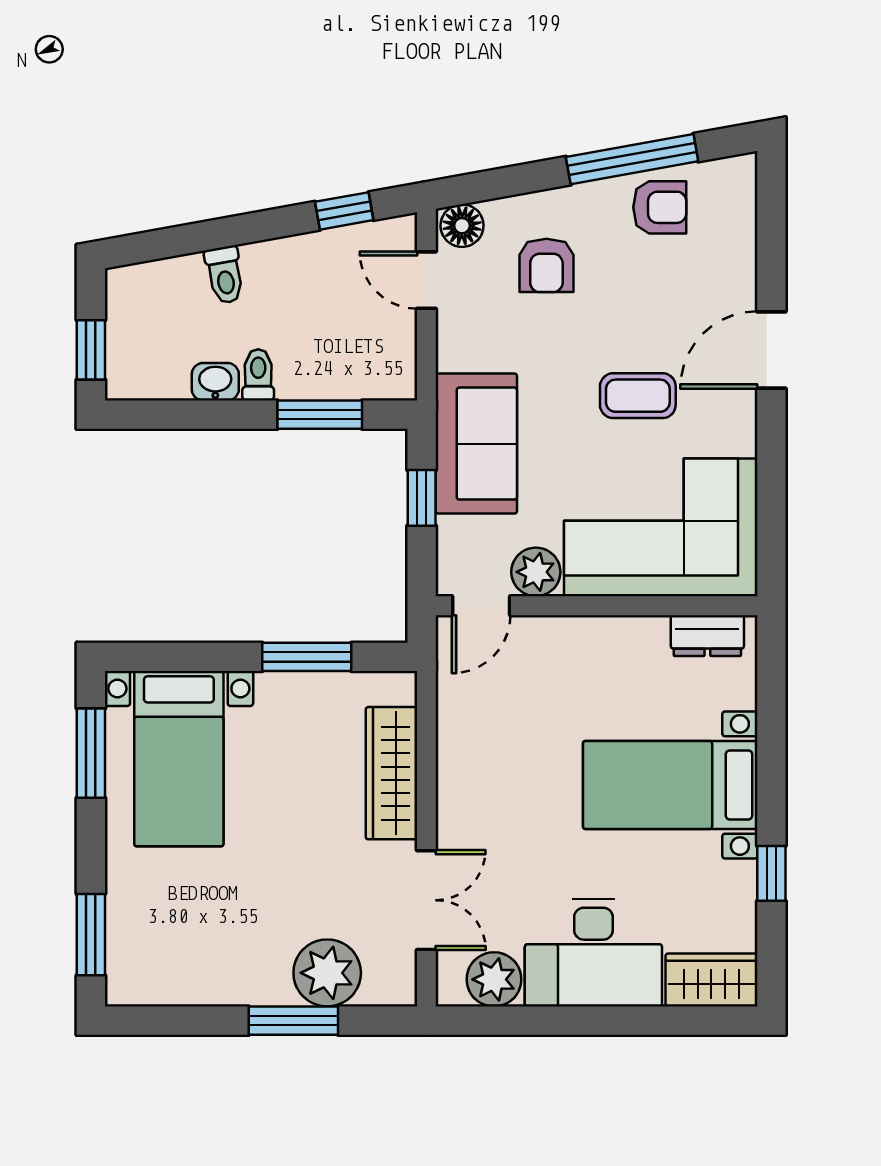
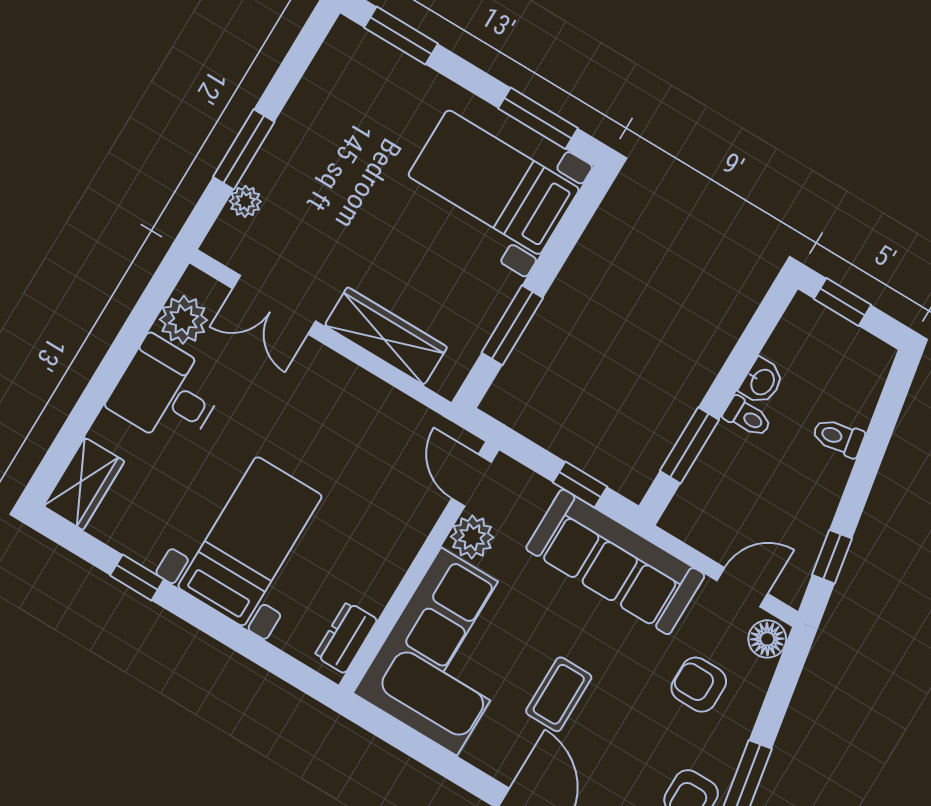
sofa: (476, 444) -> (615, 562), width x1.36
desk: (593, 953) -> (167, 393), width x0.73
plant: (327, 973) -> (245, 201), width x0.53, depth x0.53

